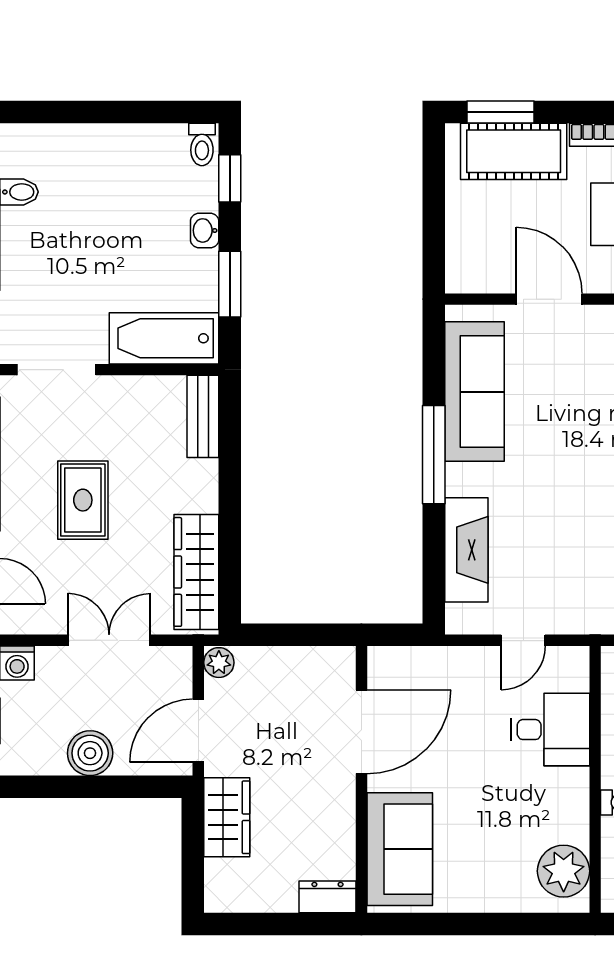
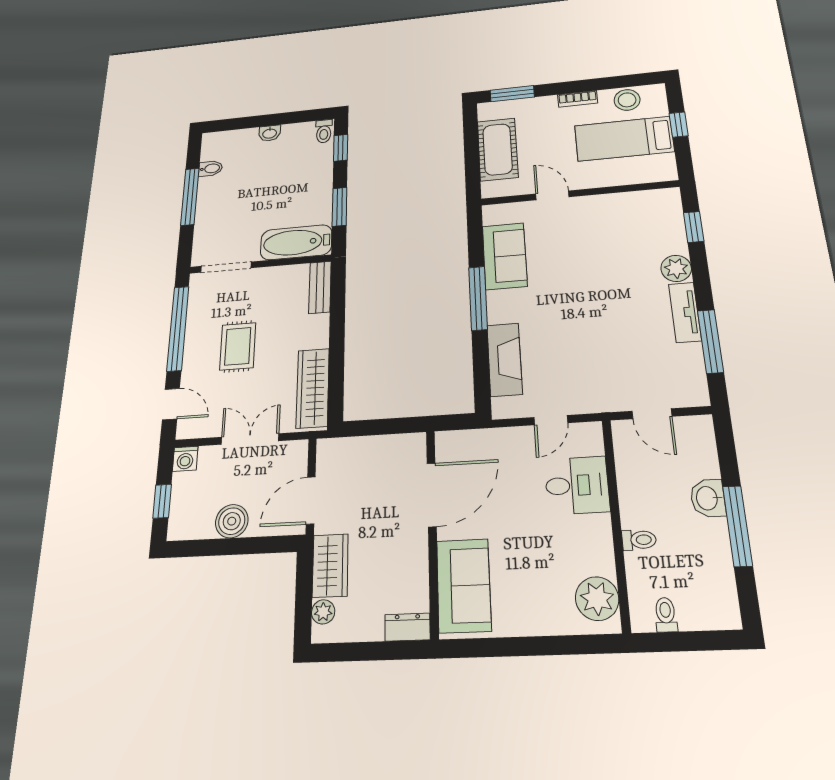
cot: (514, 151) -> (498, 149), moved, turned 90
washbasin: (205, 230) -> (270, 133), moved, turned -90
door: (549, 299) -> (552, 195), width x0.73
sofa: (475, 392) -> (505, 256), width x0.73
plant: (219, 663) -> (323, 612), moved

